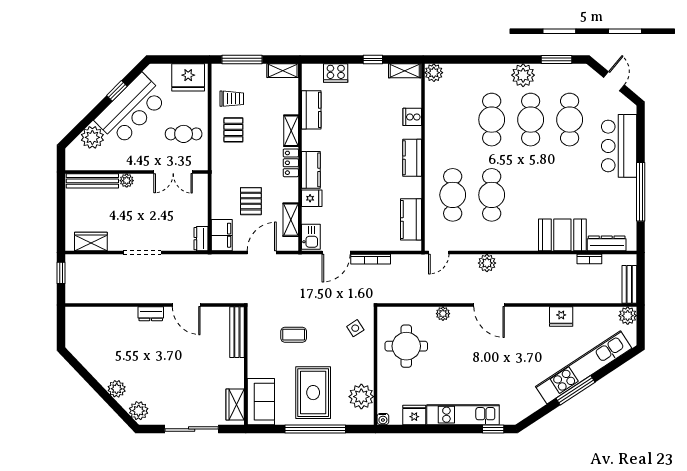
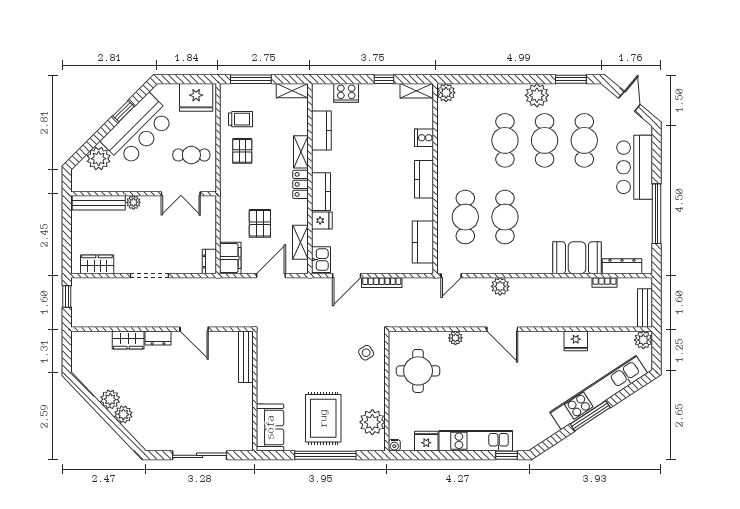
coffee table: (294, 335) -> (303, 359), removed
wardrobe: (235, 404) -> (128, 340), moved, turned -90
plant: (139, 411) -> (110, 399), moved

